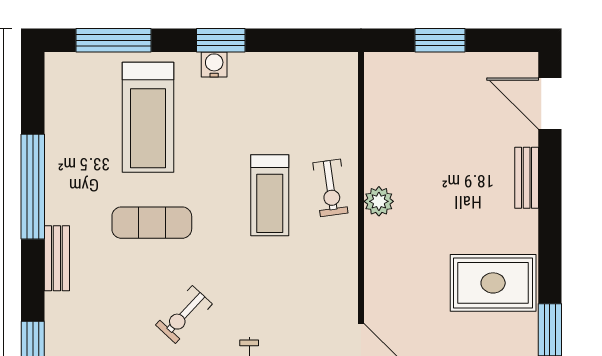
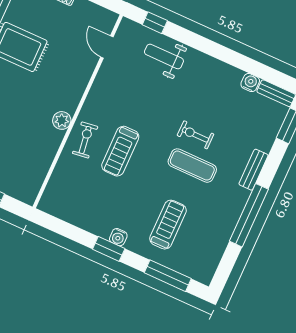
treadmill: (148, 117) -> (168, 225), width x0.73, depth x0.73
treadmill: (270, 195) -> (120, 151), turned 180
exercise bike: (184, 314) -> (195, 135), moved, turned -133

